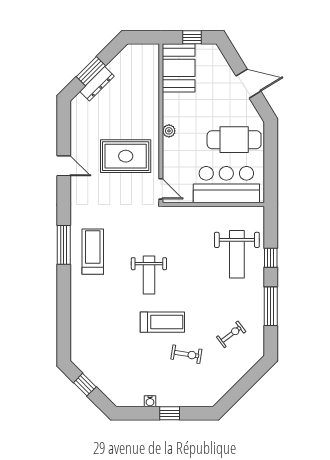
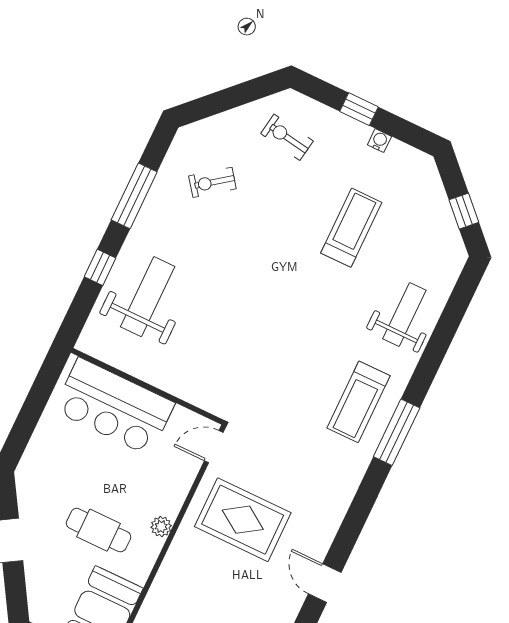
cafe table: (234, 140) -> (99, 530), moved, width x0.73, depth x0.74
door: (64, 166) -> (325, 583), moved
door: (161, 189) -> (214, 447), hinge flipped
weight bench: (149, 275) -> (404, 314), moved
treadmill: (162, 322) -> (351, 228), moved, turned 90
exercise bike: (186, 354) -> (287, 137), moved

